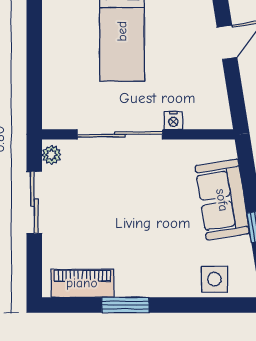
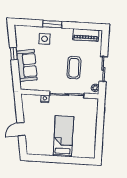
coffee table: (107, 201) -> (74, 68), added
side table: (215, 279) -> (45, 39), moved
window: (125, 305) -> (52, 24), moved

